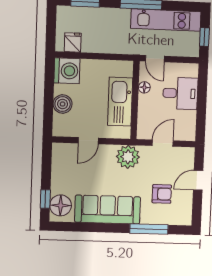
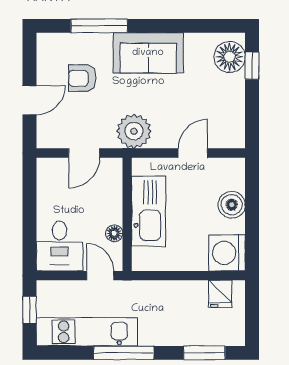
desk: (180, 93) -> (59, 246), moved, turned -90
sofa: (108, 209) -> (148, 53), width x0.73

